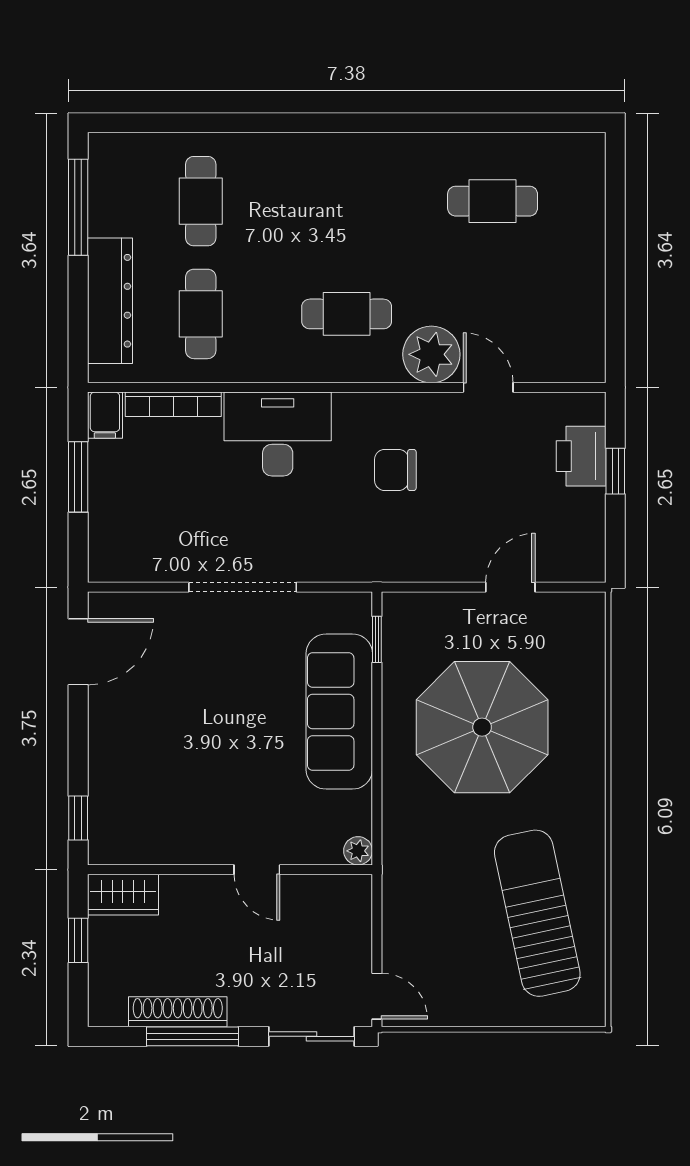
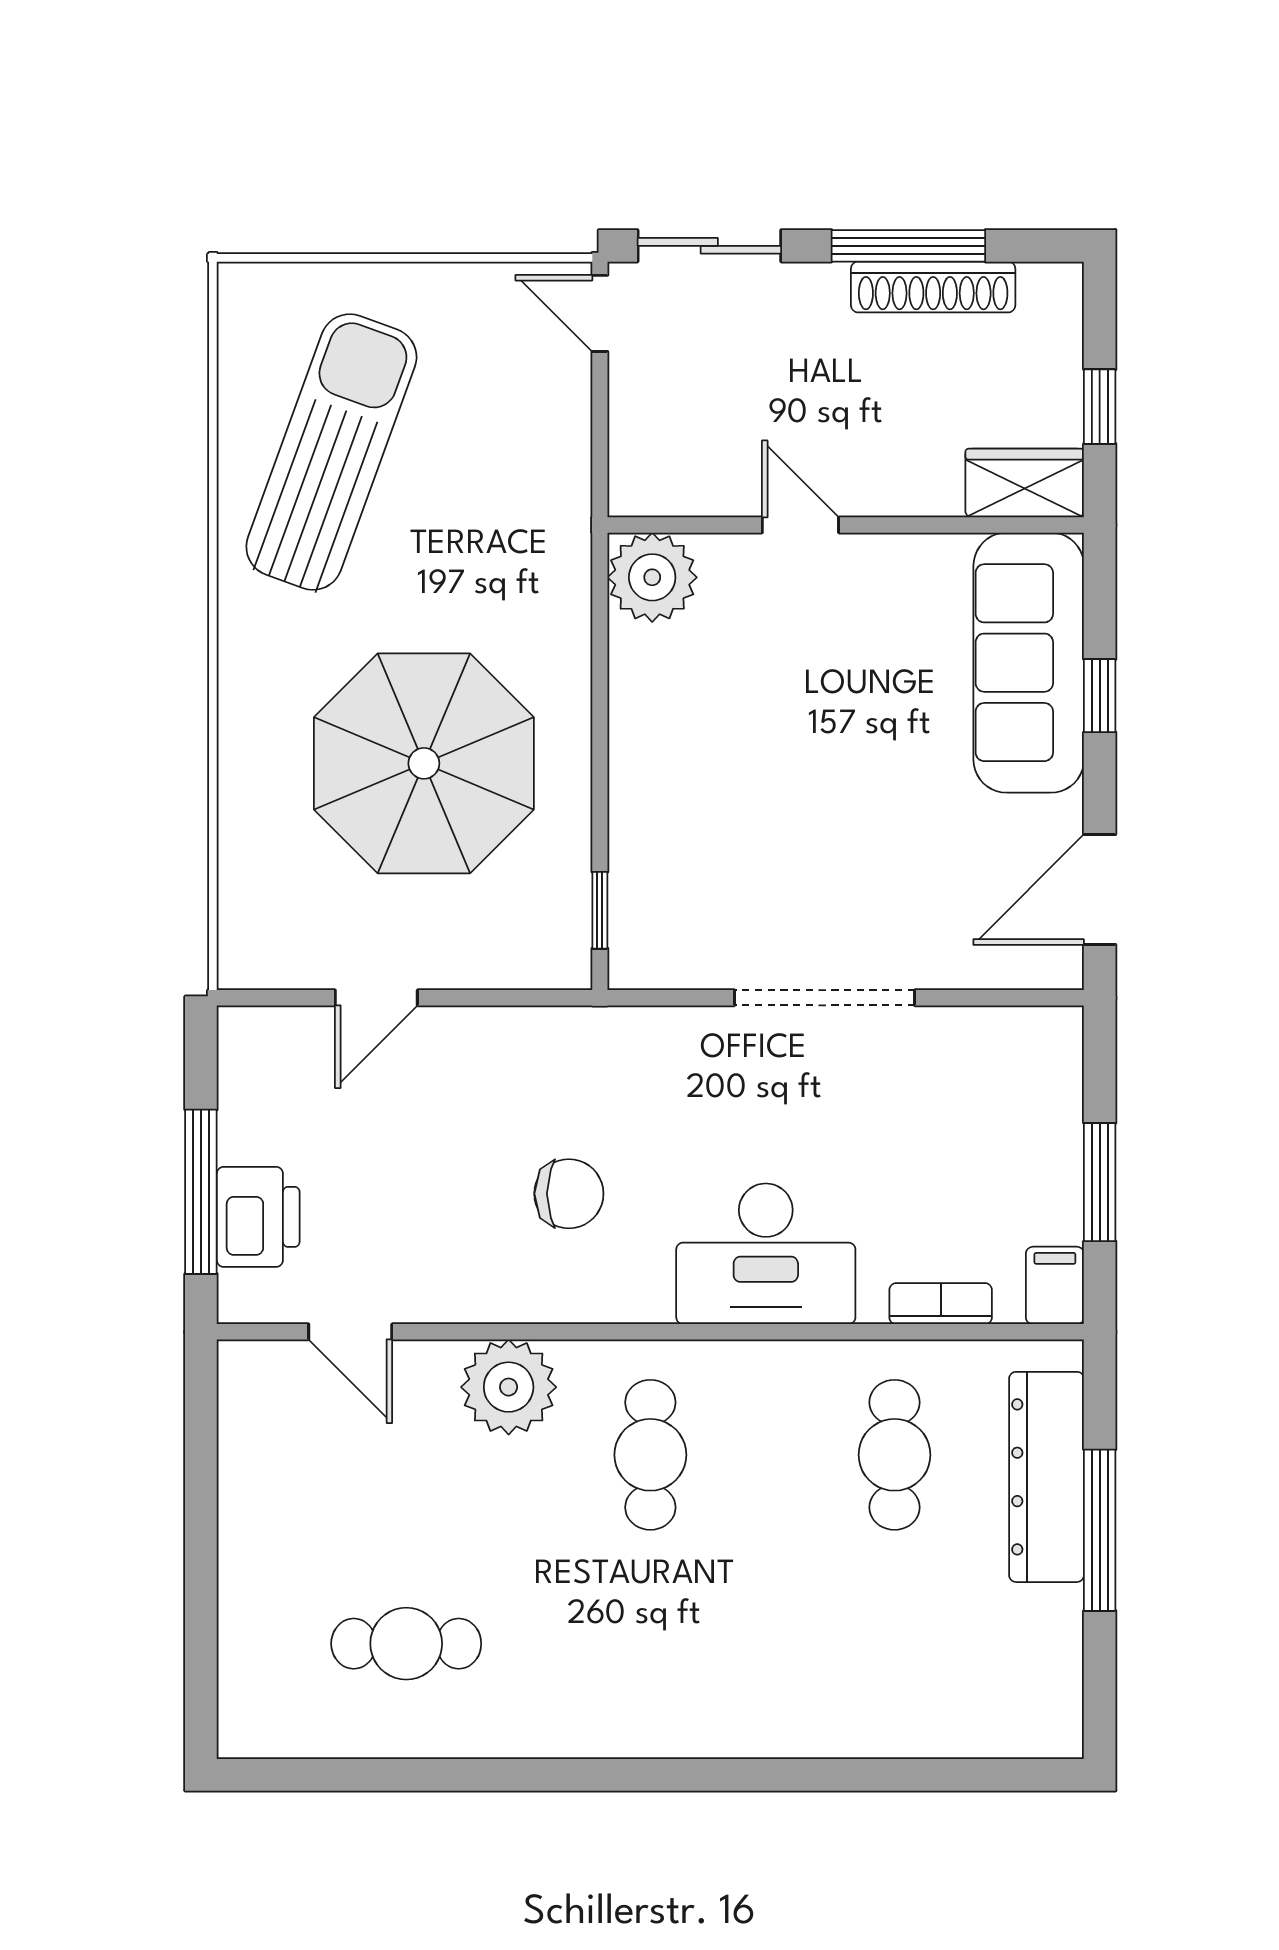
cafe table: (201, 201) -> (894, 1644), removed
window: (78, 207) -> (1100, 1530), moved
cafe table: (347, 314) -> (650, 1455), turned 90
door: (488, 387) -> (350, 1332), moved
bookcase: (173, 404) -> (941, 1304), width x0.64
window: (615, 471) -> (201, 1192), width x2.17
sofa: (339, 712) -> (1029, 663), moved, turned 180
window: (78, 818) -> (1100, 696), moved
plant: (358, 851) -> (652, 577), width x1.87, depth x1.87
sun lounger: (537, 913) -> (331, 452), turned -148

